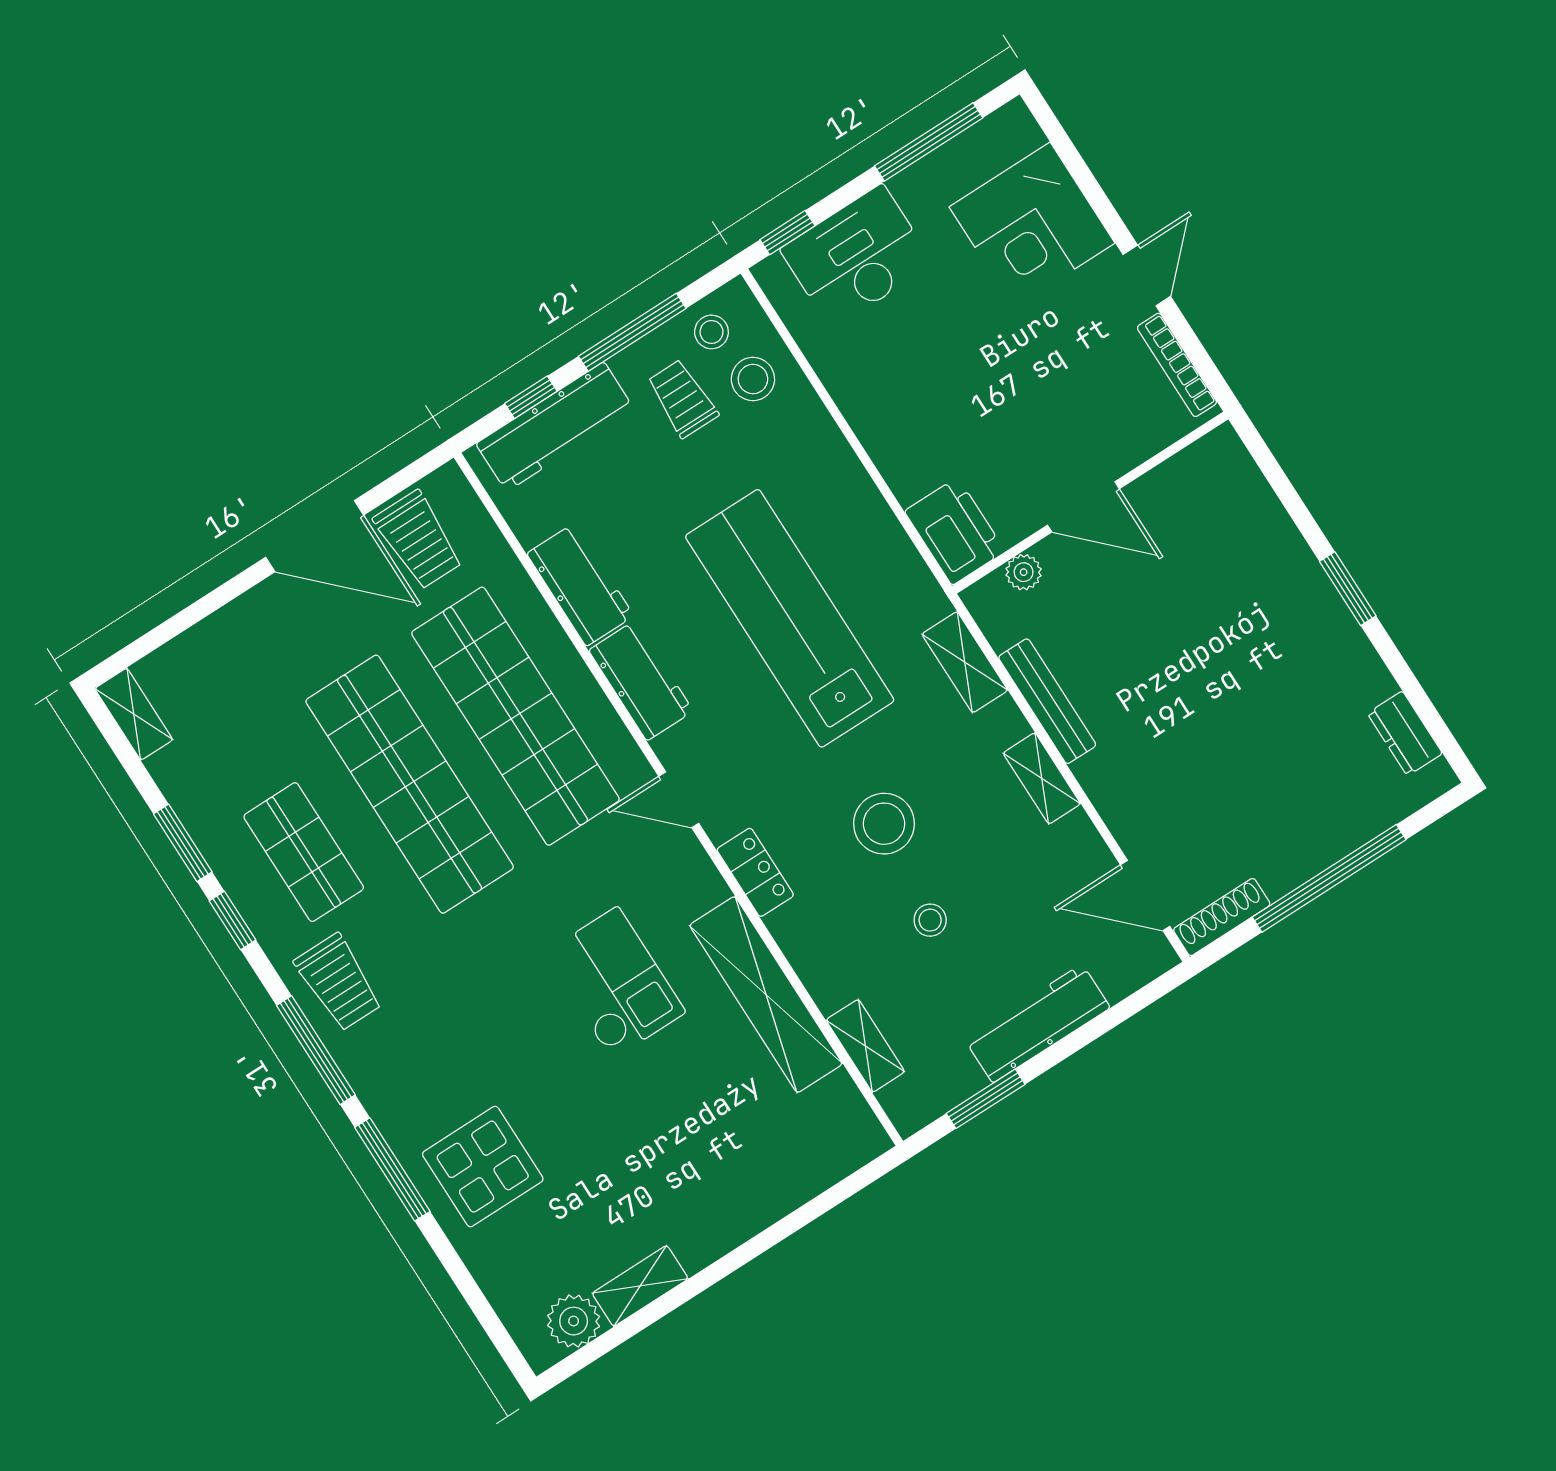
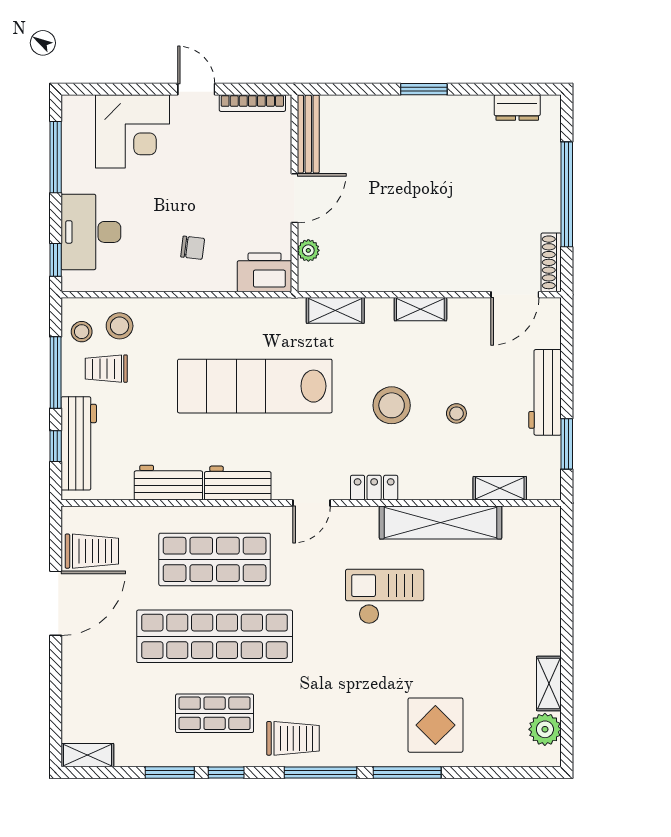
chair: (925, 411) -> (193, 248), added
bench: (1047, 701) -> (308, 134), moved, turned 90
shop shelf: (515, 716) -> (215, 559), width x0.71

